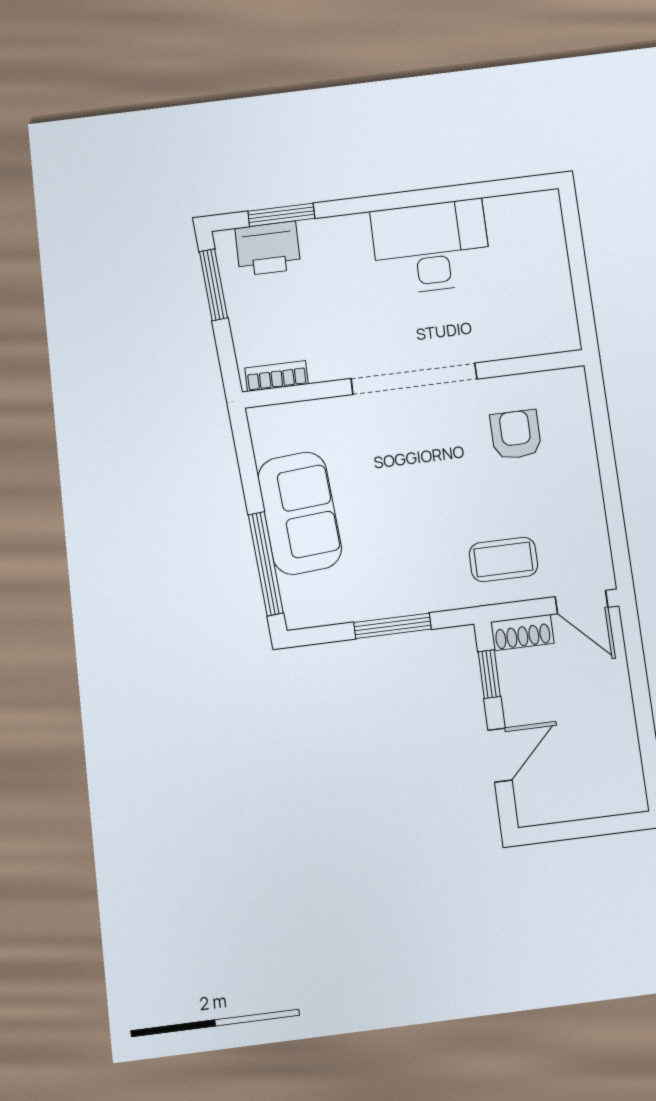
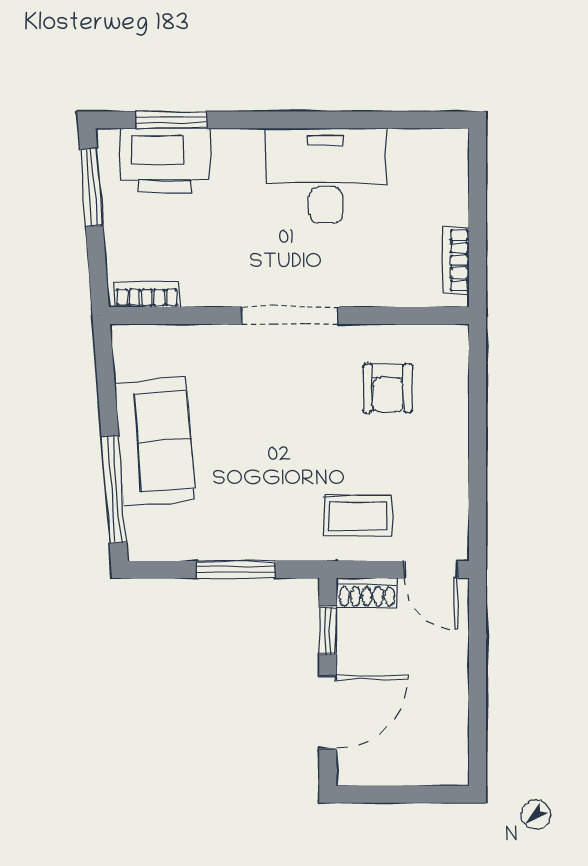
printer: (268, 248) -> (165, 160), width x1.37, depth x1.19
bookcase: (564, 309) -> (456, 260), added
doorway: (414, 379) -> (290, 316), width x0.73
armchair: (516, 435) -> (388, 388), turned 180
door: (500, 755) -> (328, 712), width x1.38

